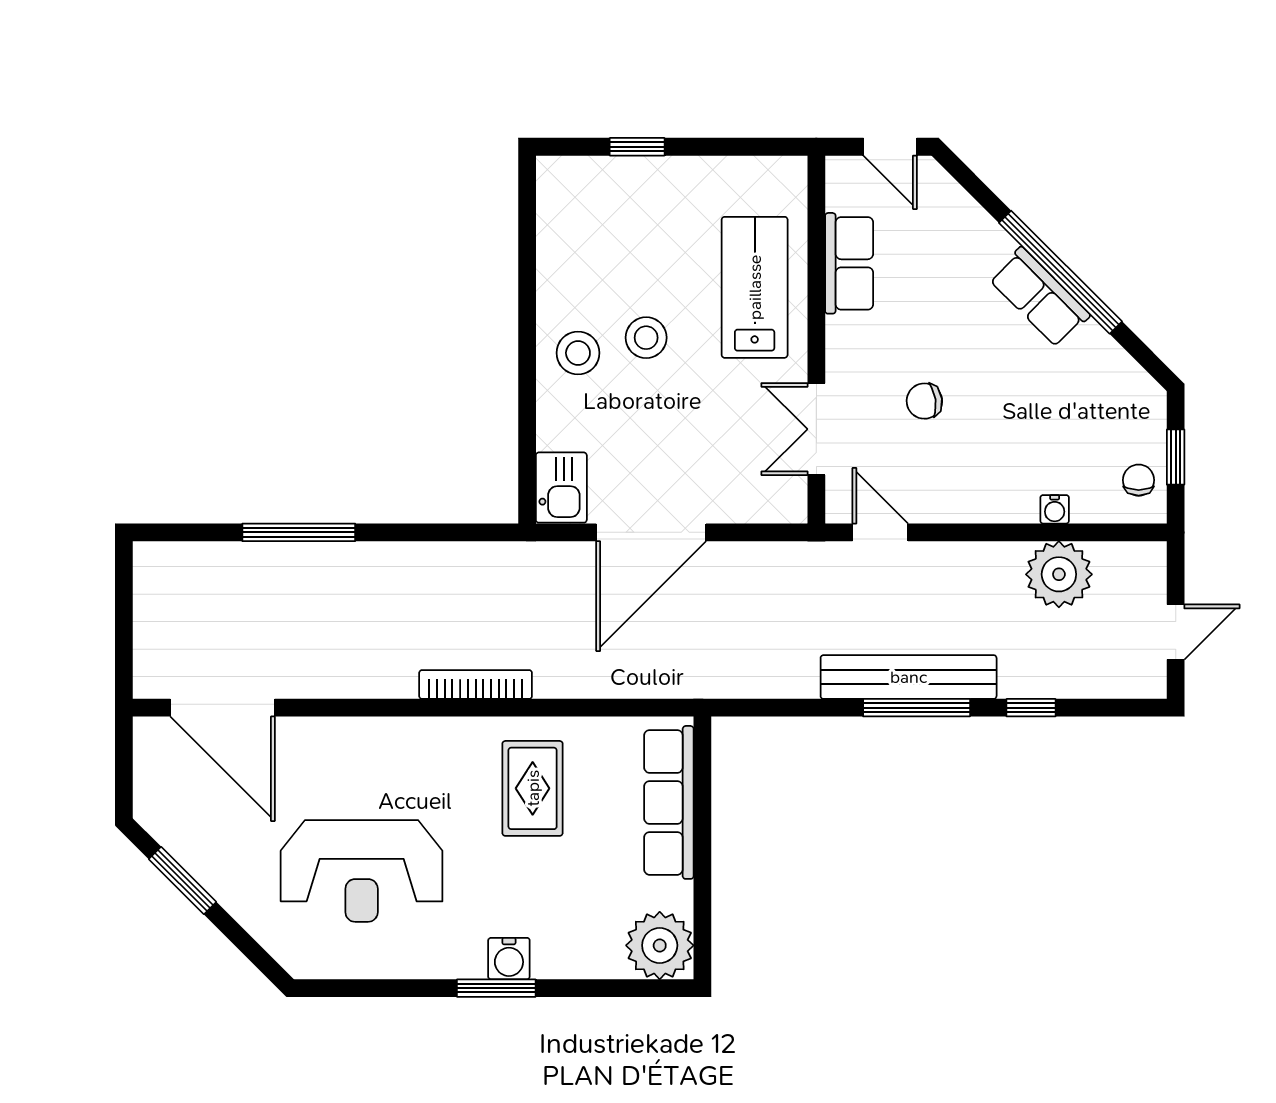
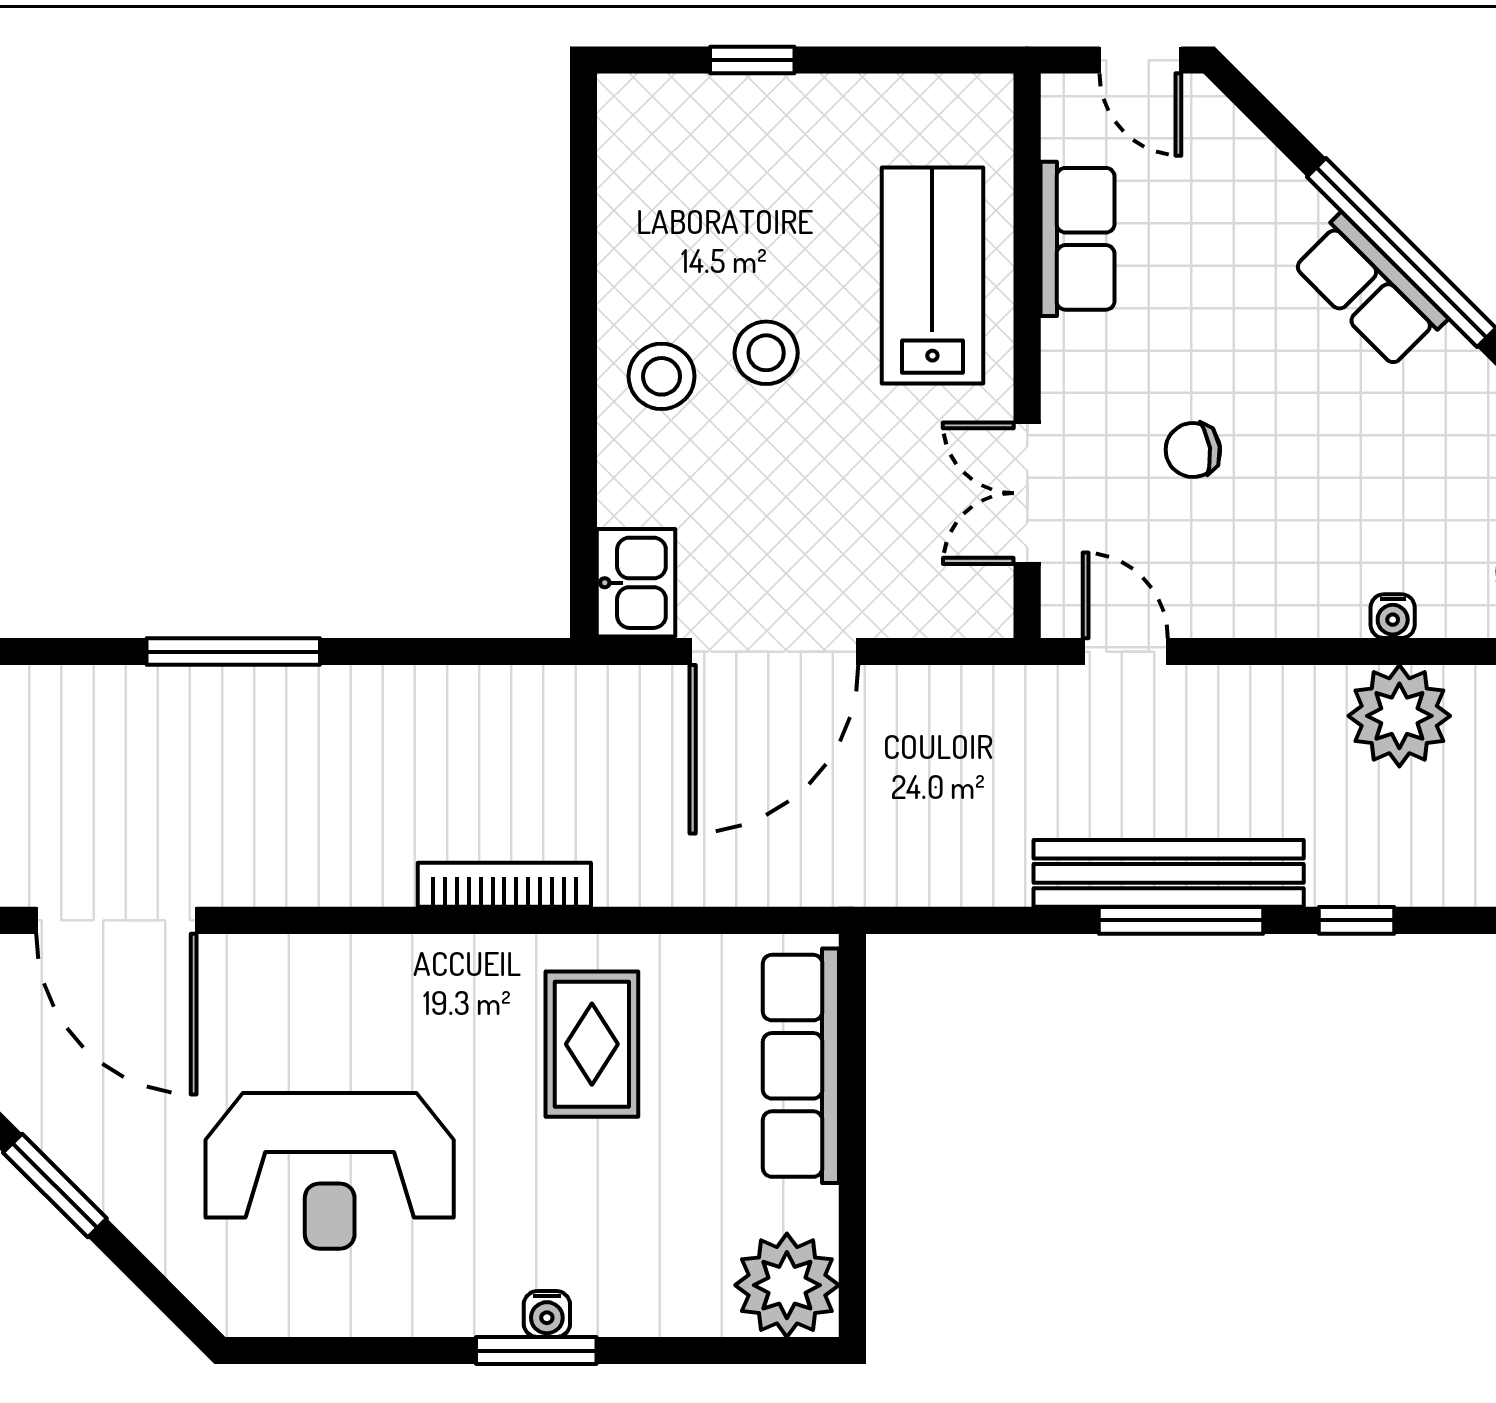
water cooler: (509, 959) -> (547, 1314), width x0.72, depth x0.72

